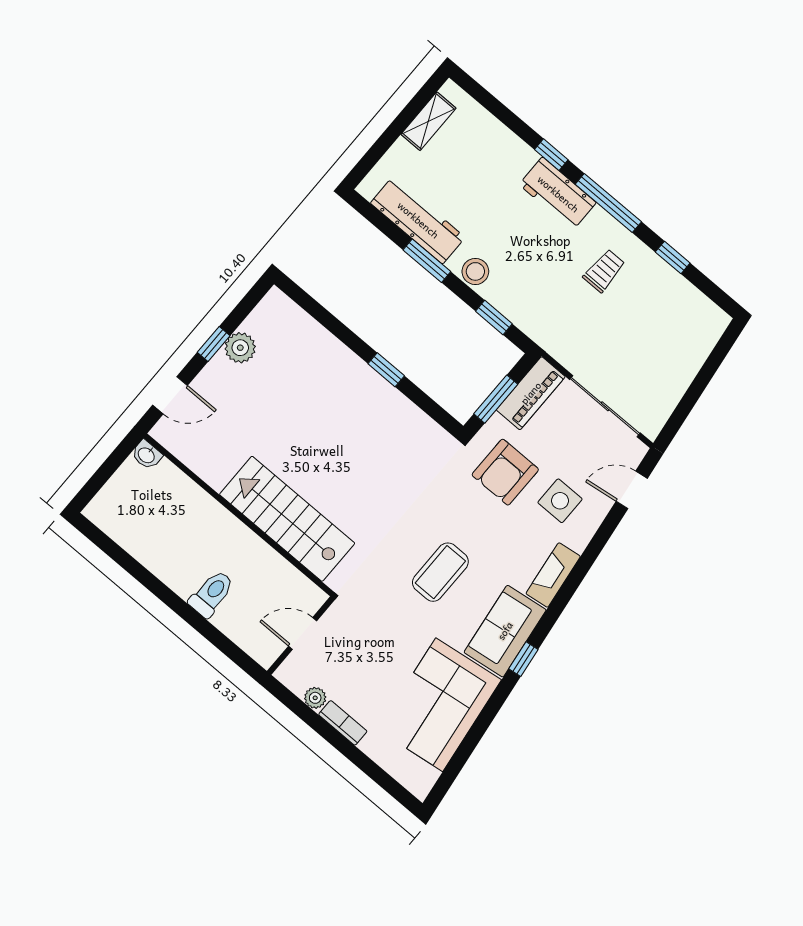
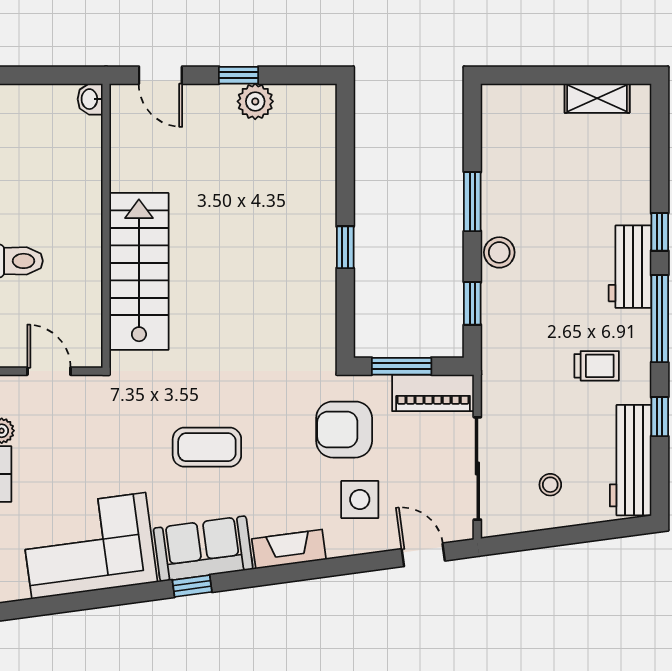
workbench: (418, 220) -> (631, 460), moved, turned 180
stool: (656, 367) -> (550, 485), added

